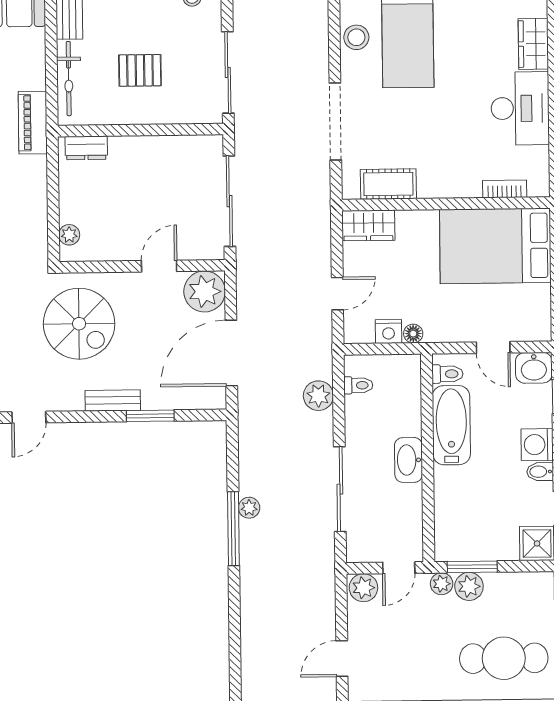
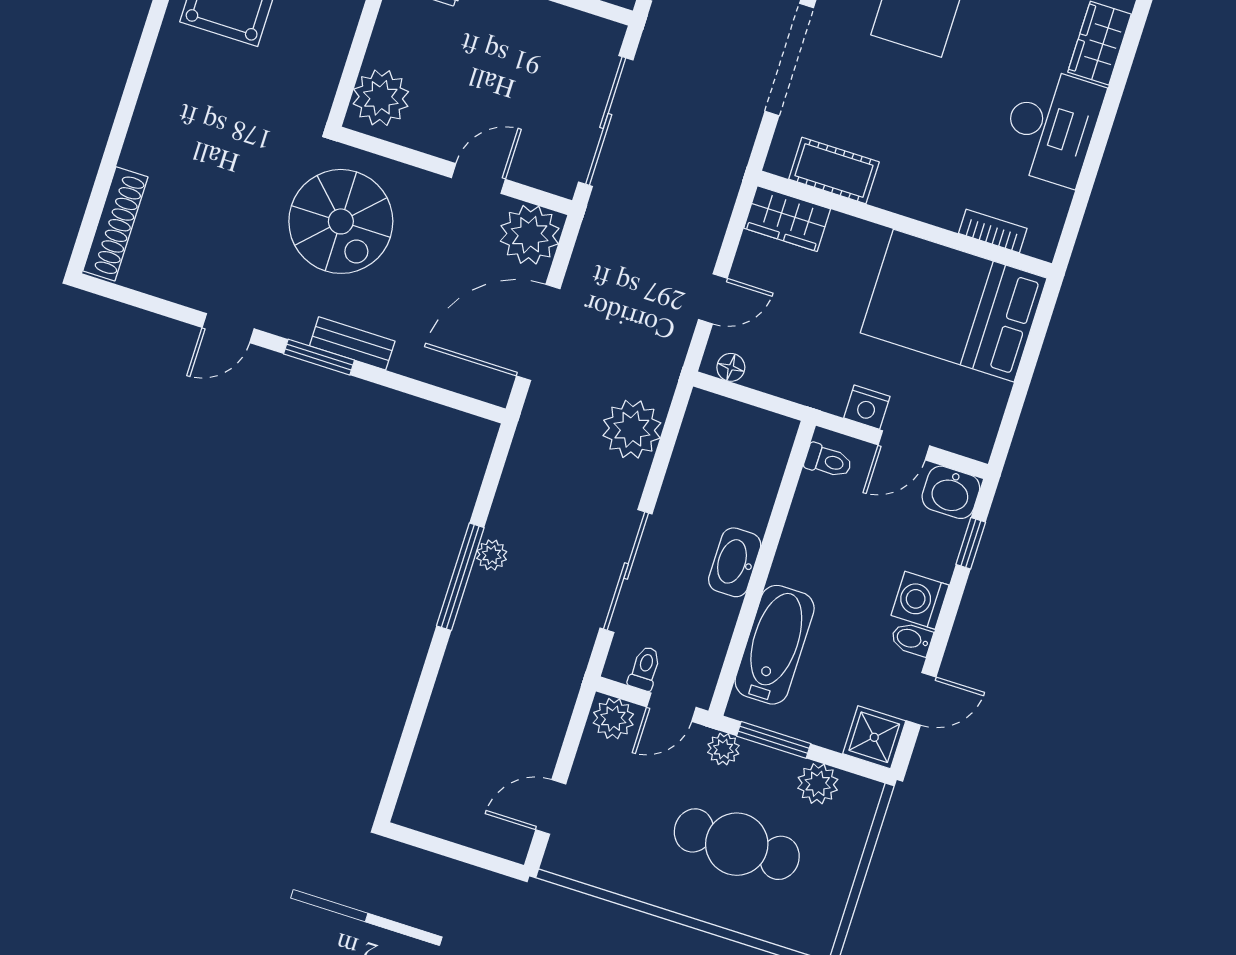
plant: (69, 235) -> (381, 98), width x1.87, depth x1.87
nightstand: (389, 332) -> (867, 407), moved
floor lamp: (413, 334) -> (731, 367), moved
door: (493, 347) -> (904, 445), hinge flipped
toilet: (358, 385) -> (645, 668), moved, turned -90
plant: (318, 396) -> (632, 429), width x1.36, depth x1.36
window: (150, 416) -> (319, 357), moved
bathtub: (451, 425) -> (775, 645), moved
plant: (469, 586) -> (818, 784), moved
cafe table: (504, 658) -> (737, 844), moved

